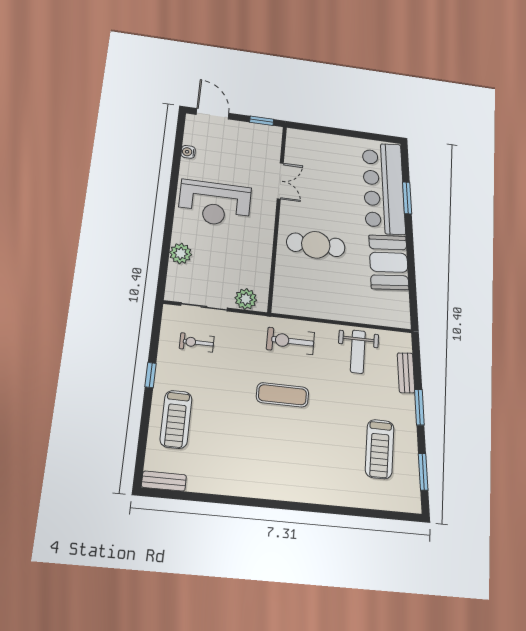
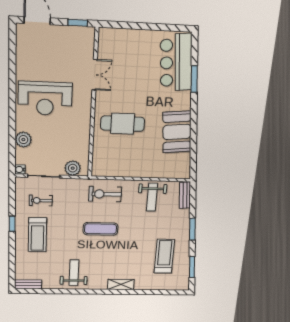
water cooler: (188, 152) -> (20, 170), moved
bar counter: (384, 188) -> (176, 62), width x0.73
bench: (406, 373) -> (185, 195), moved
treadmill: (176, 419) -> (37, 235), moved
treadmill: (380, 449) -> (164, 256), turned 180
weight bench: (239, 466) -> (74, 273), added
shelving: (312, 494) -> (121, 284), added

